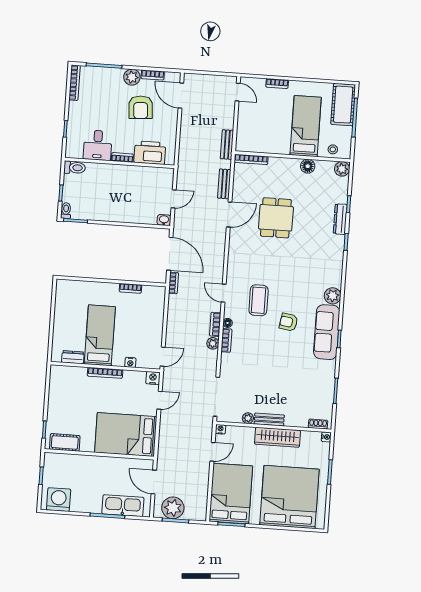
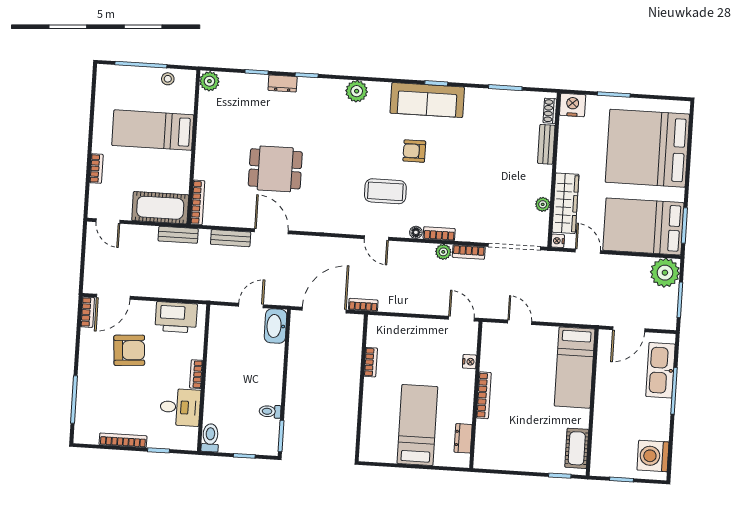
bookcase: (153, 75) -> (87, 312), moved
plant: (132, 77) -> (89, 362), removed
bookcase: (75, 83) -> (123, 440), moved
door: (238, 92) -> (108, 221), swing flipped
cot: (343, 105) -> (160, 208), moved
stool: (333, 149) -> (168, 79), moved
printer: (150, 153) -> (176, 317), moved, turned -90
floor lamp: (308, 166) -> (206, 127), removed
door: (174, 199) -> (251, 305), hinge flipped
toilet: (66, 211) -> (270, 411), moved
dresser: (340, 219) -> (283, 83), width x0.70
washbasin: (164, 220) -> (276, 326), width x1.91, depth x1.45
door: (224, 293) -> (376, 238), hinge flipped
plant: (333, 296) -> (357, 91), moved
armchair: (289, 322) -> (414, 151), turned 81
bookcase: (215, 324) -> (469, 252), moved
bed: (100, 335) -> (417, 425), moved, turned 90
nightstand: (153, 378) -> (490, 331), removed
bench: (269, 420) -> (546, 144), moved
bed: (126, 435) -> (575, 368), width x0.67
wardrobe: (278, 437) -> (565, 203), moved
nightstand: (326, 437) -> (573, 105), width x1.89, depth x1.79
plant: (173, 508) -> (665, 273), moved

